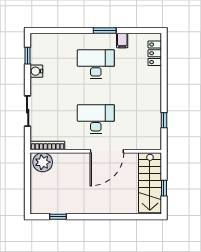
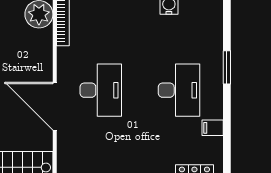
window: (105, 31) -> (227, 67), moved

